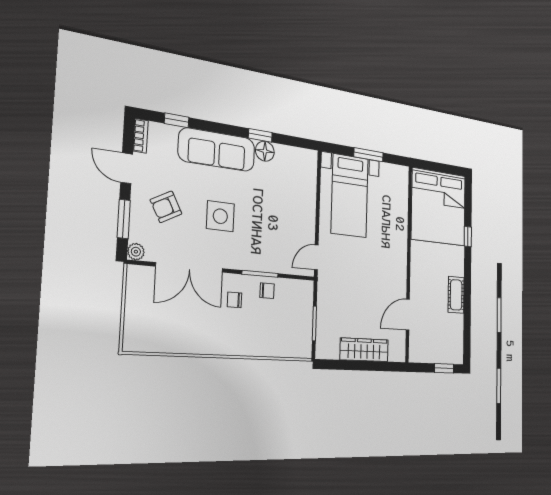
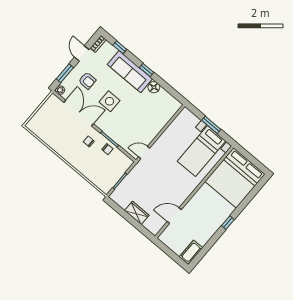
window: (260, 135) -> (147, 70), moved
bed with nightstands: (350, 196) -> (202, 151), moved
armchair: (166, 207) -> (87, 81), turned -152
window: (468, 237) -> (228, 223), moved
double door: (190, 267) -> (79, 113), swing flipped
cot: (456, 295) -> (191, 252), moved
wardrobe: (364, 350) -> (137, 213), width x0.67
window: (444, 368) -> (175, 257), removed

